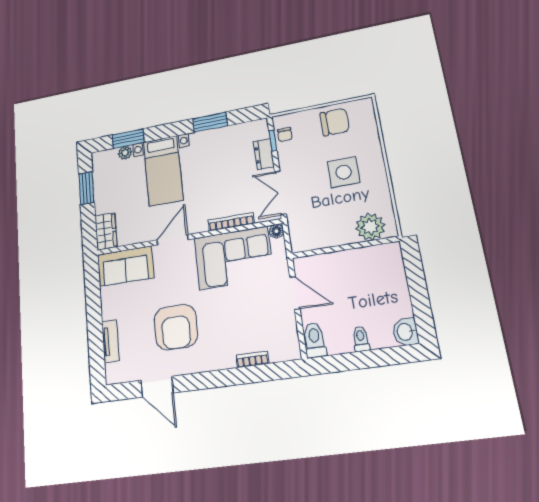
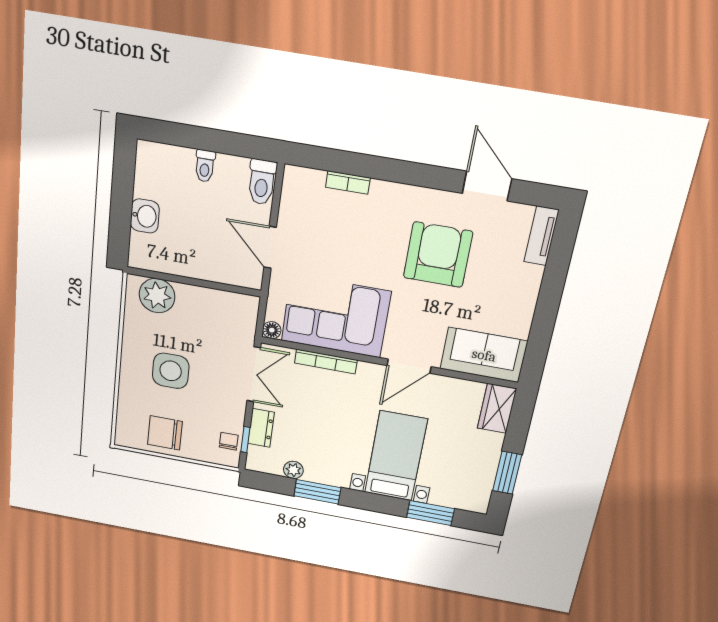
plant: (125, 153) -> (293, 470), moved
washbasin: (405, 332) -> (145, 216), moved
tv unit: (110, 341) -> (541, 236), moved

